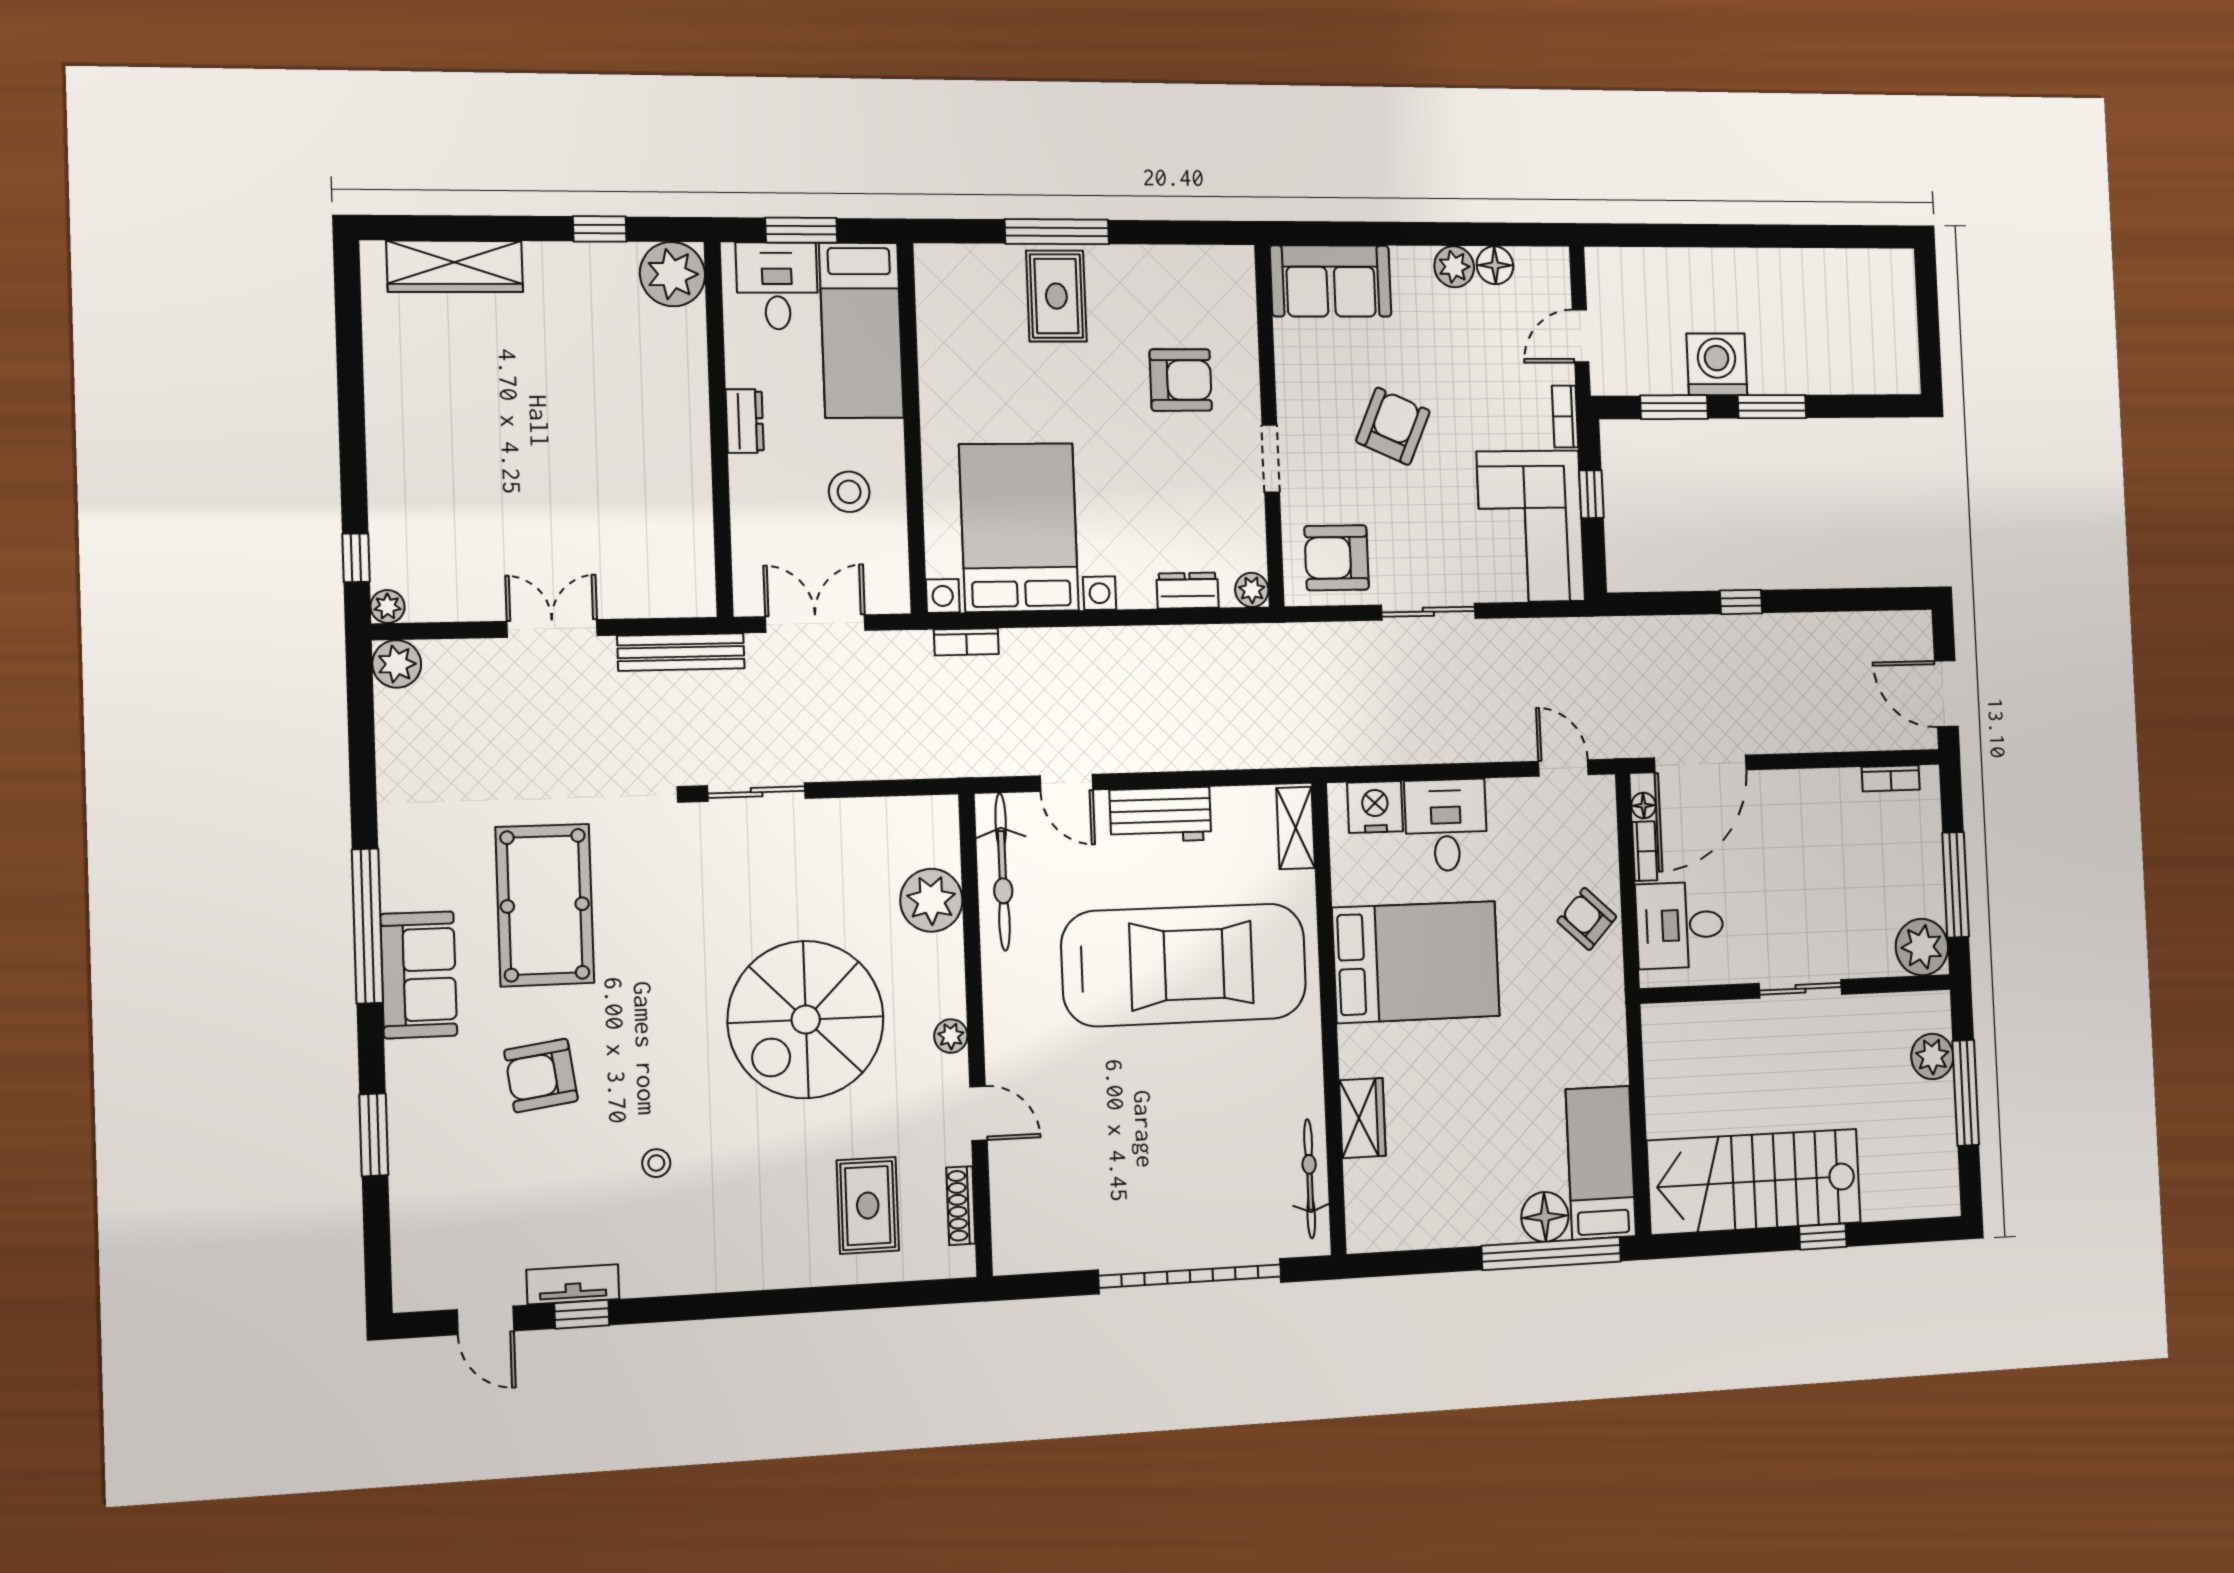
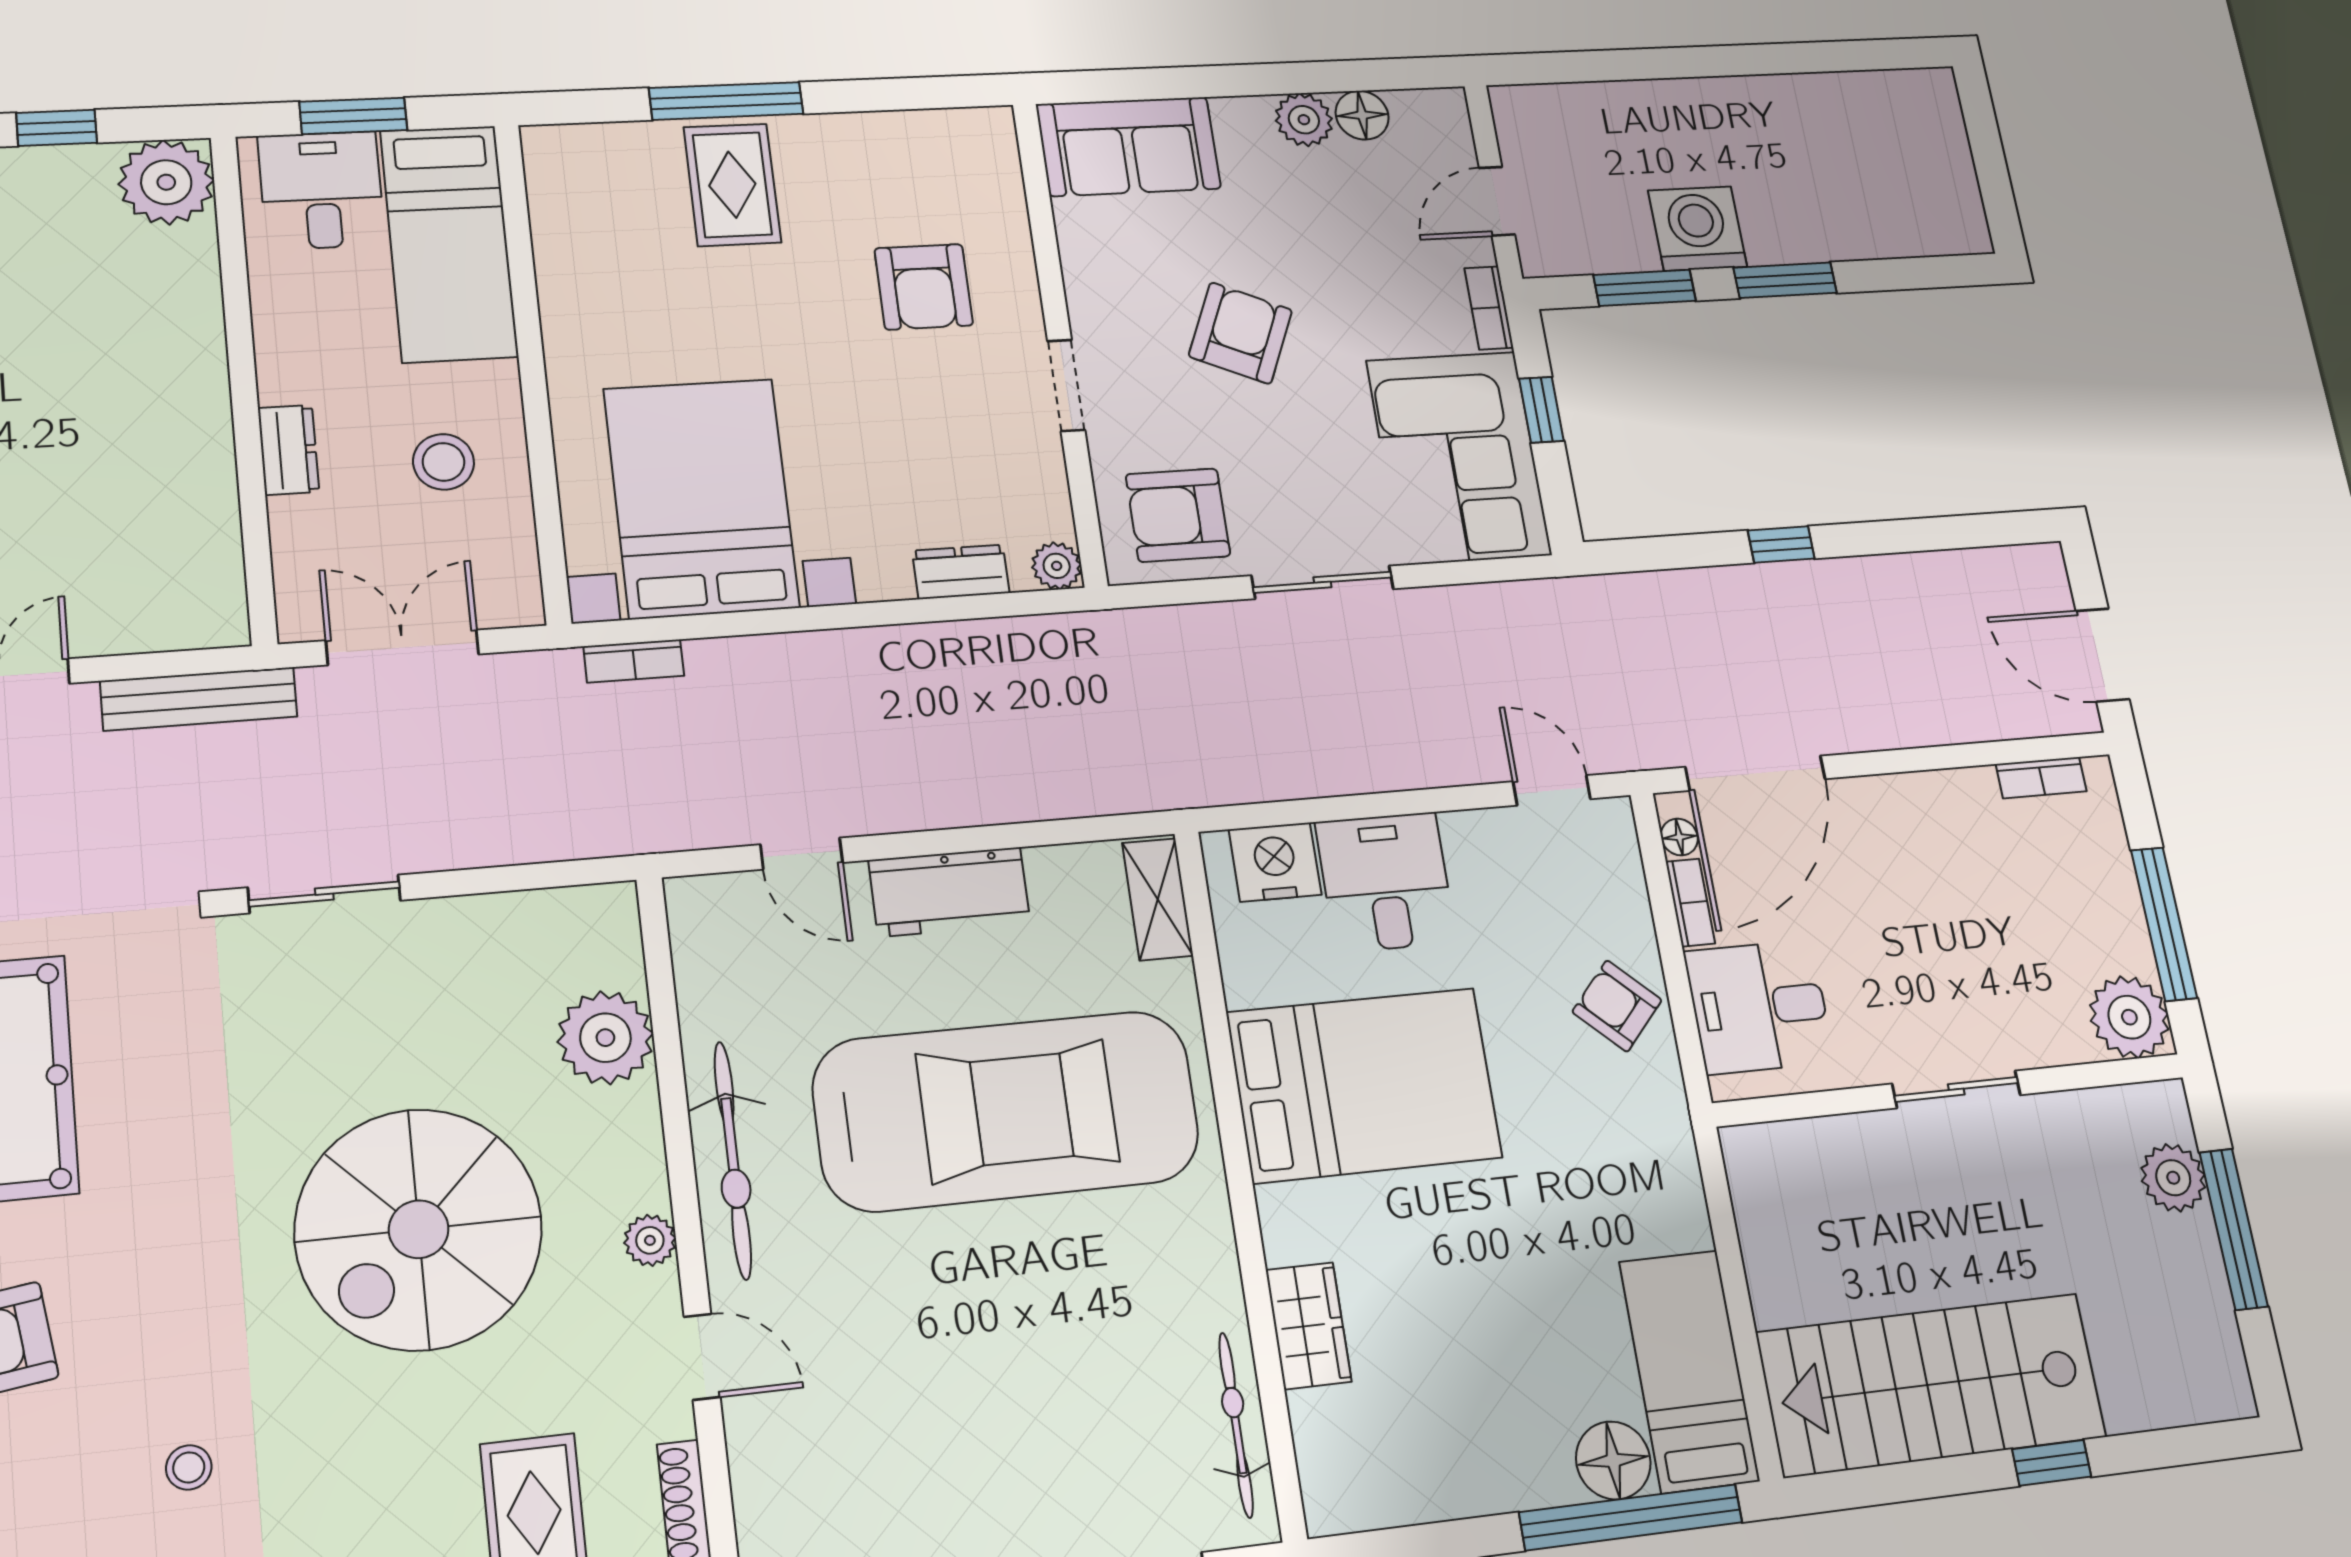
armchair: (1181, 380) -> (924, 287), turned 90
dresser: (745, 421) -> (288, 450), moved
bicycle: (1003, 872) -> (733, 1160), moved

